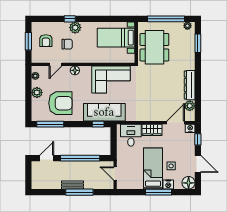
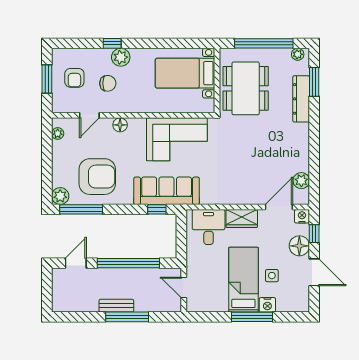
dresser: (190, 85) -> (301, 99), moved
plant: (37, 92) -> (60, 196), moved
floor lamp: (189, 183) -> (299, 246), moved

